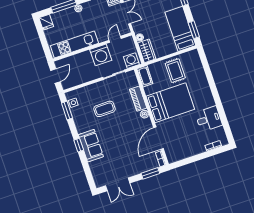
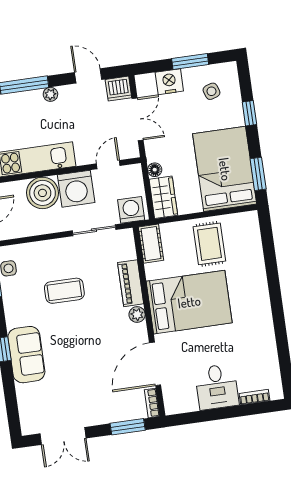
bed: (180, 29) -> (225, 169), width x1.50
boiler: (84, 60) -> (42, 193), added
desk: (209, 119) -> (217, 387), moved, turned 90

